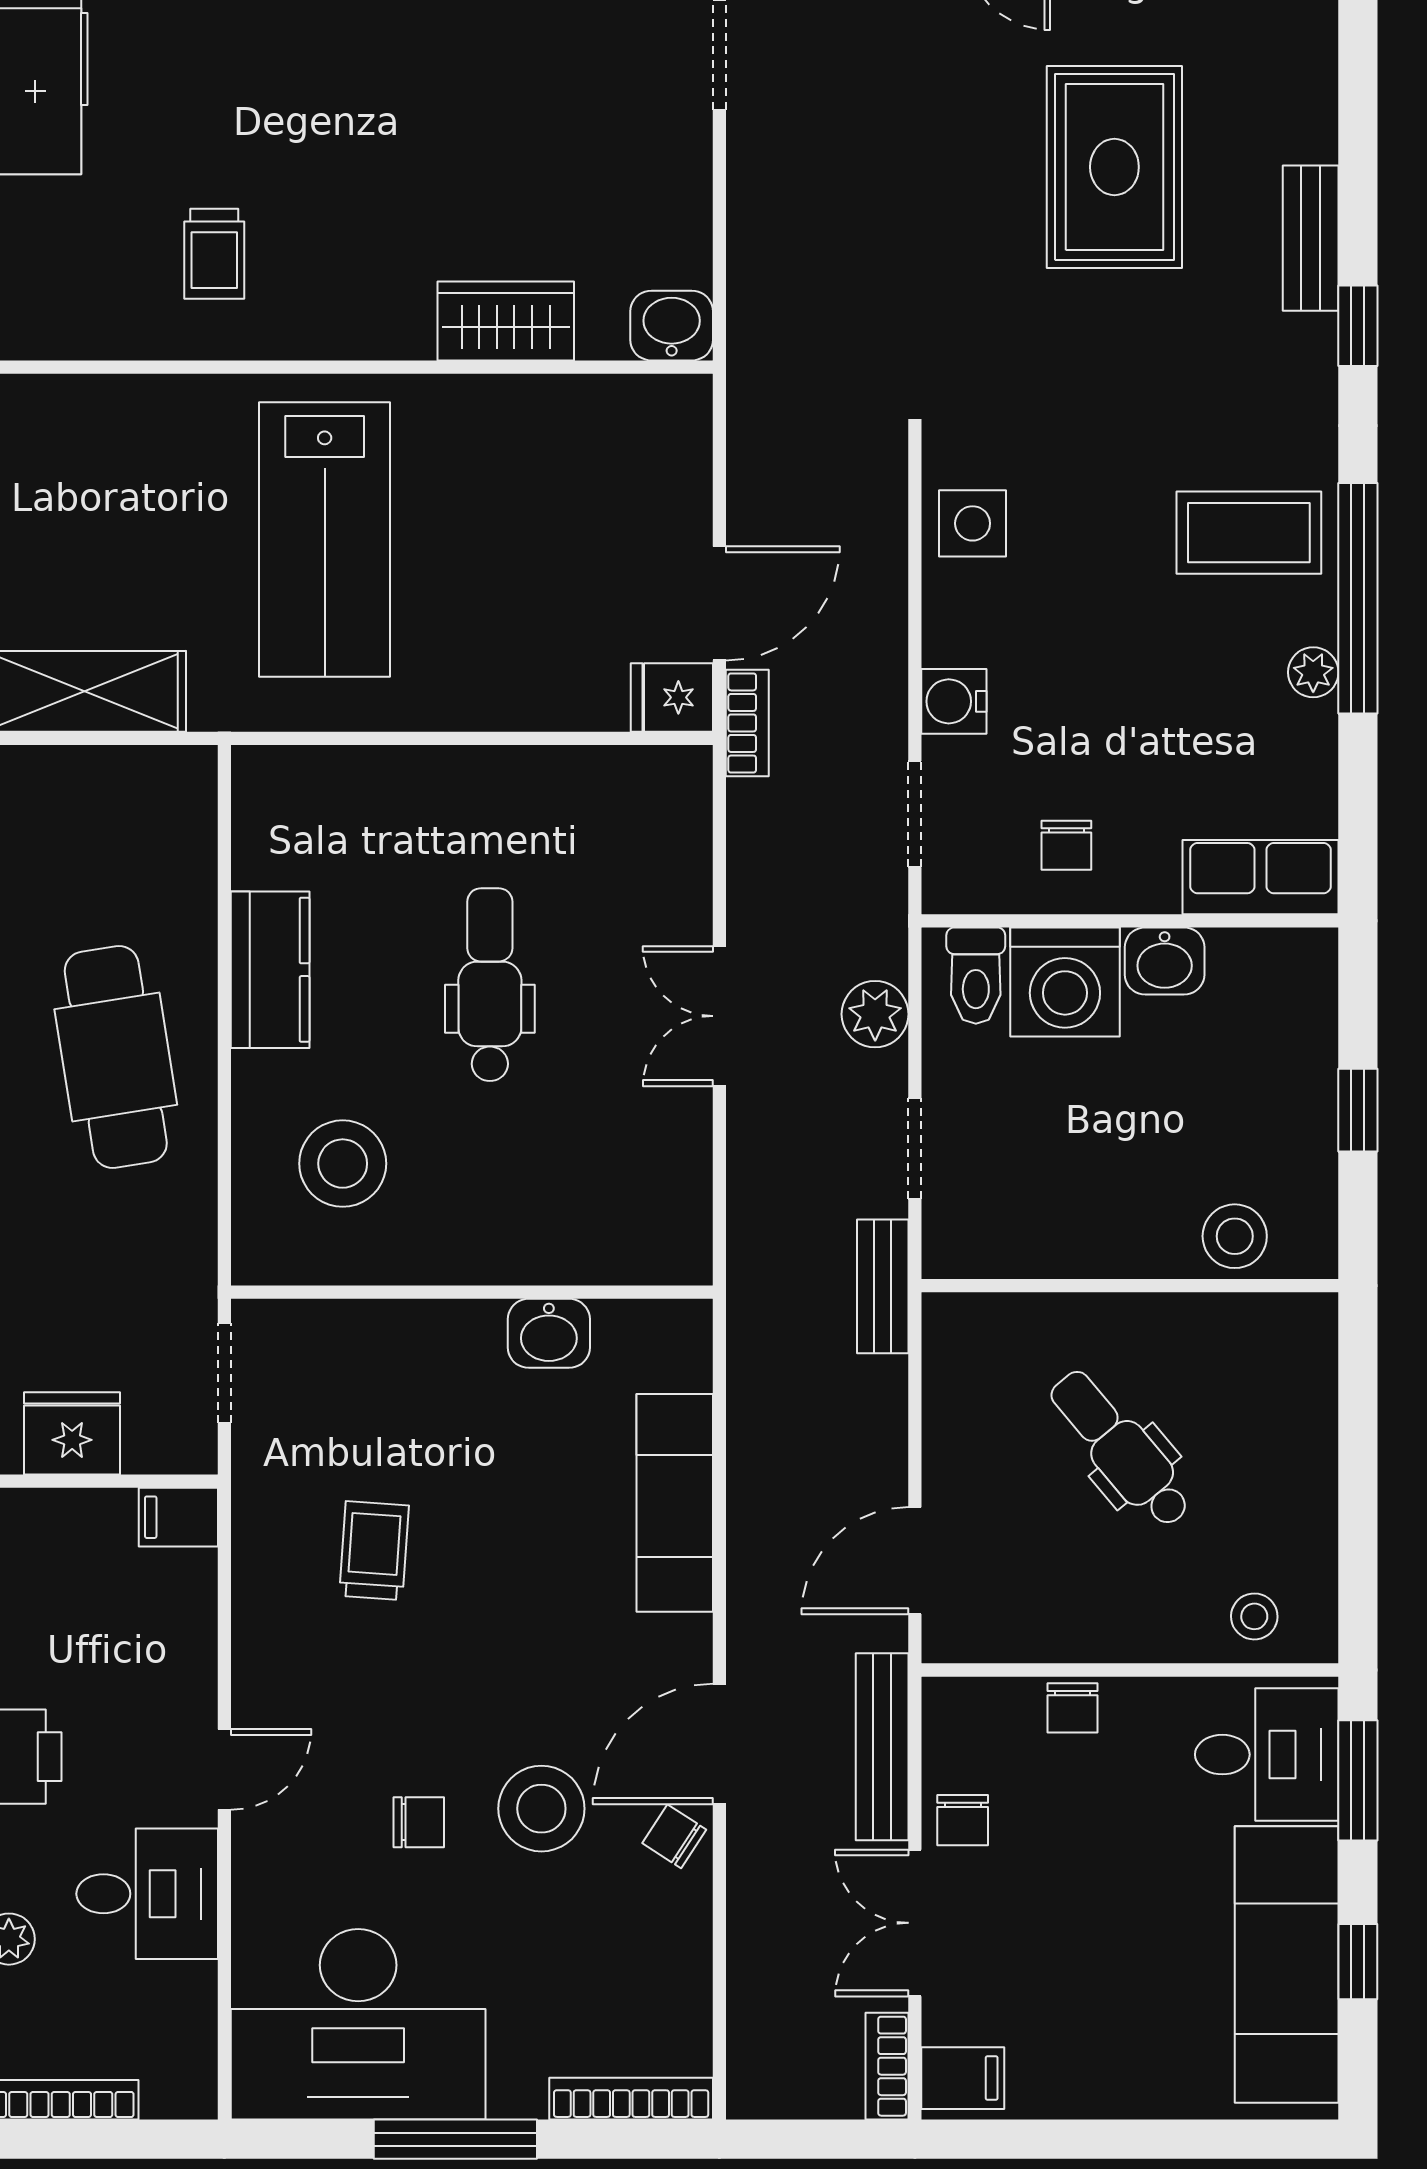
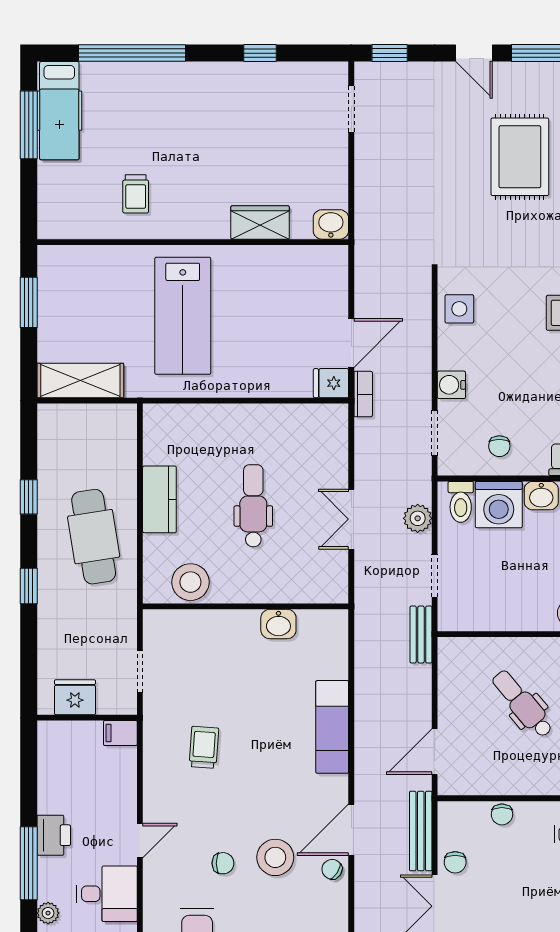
wall: (472, 1292) -> (246, 606), moved
washbasin: (549, 1333) -> (278, 624), moved

